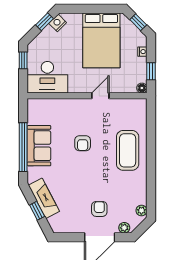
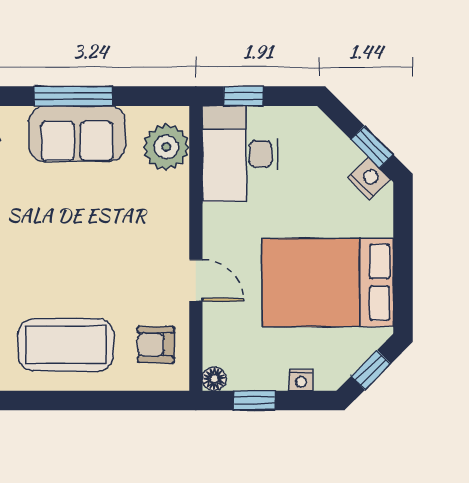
window: (23, 60) -> (243, 96), moved
plant: (44, 108) -> (166, 147), added
armchair: (83, 143) -> (156, 345), moved
window: (23, 147) -> (73, 96), width x0.68

